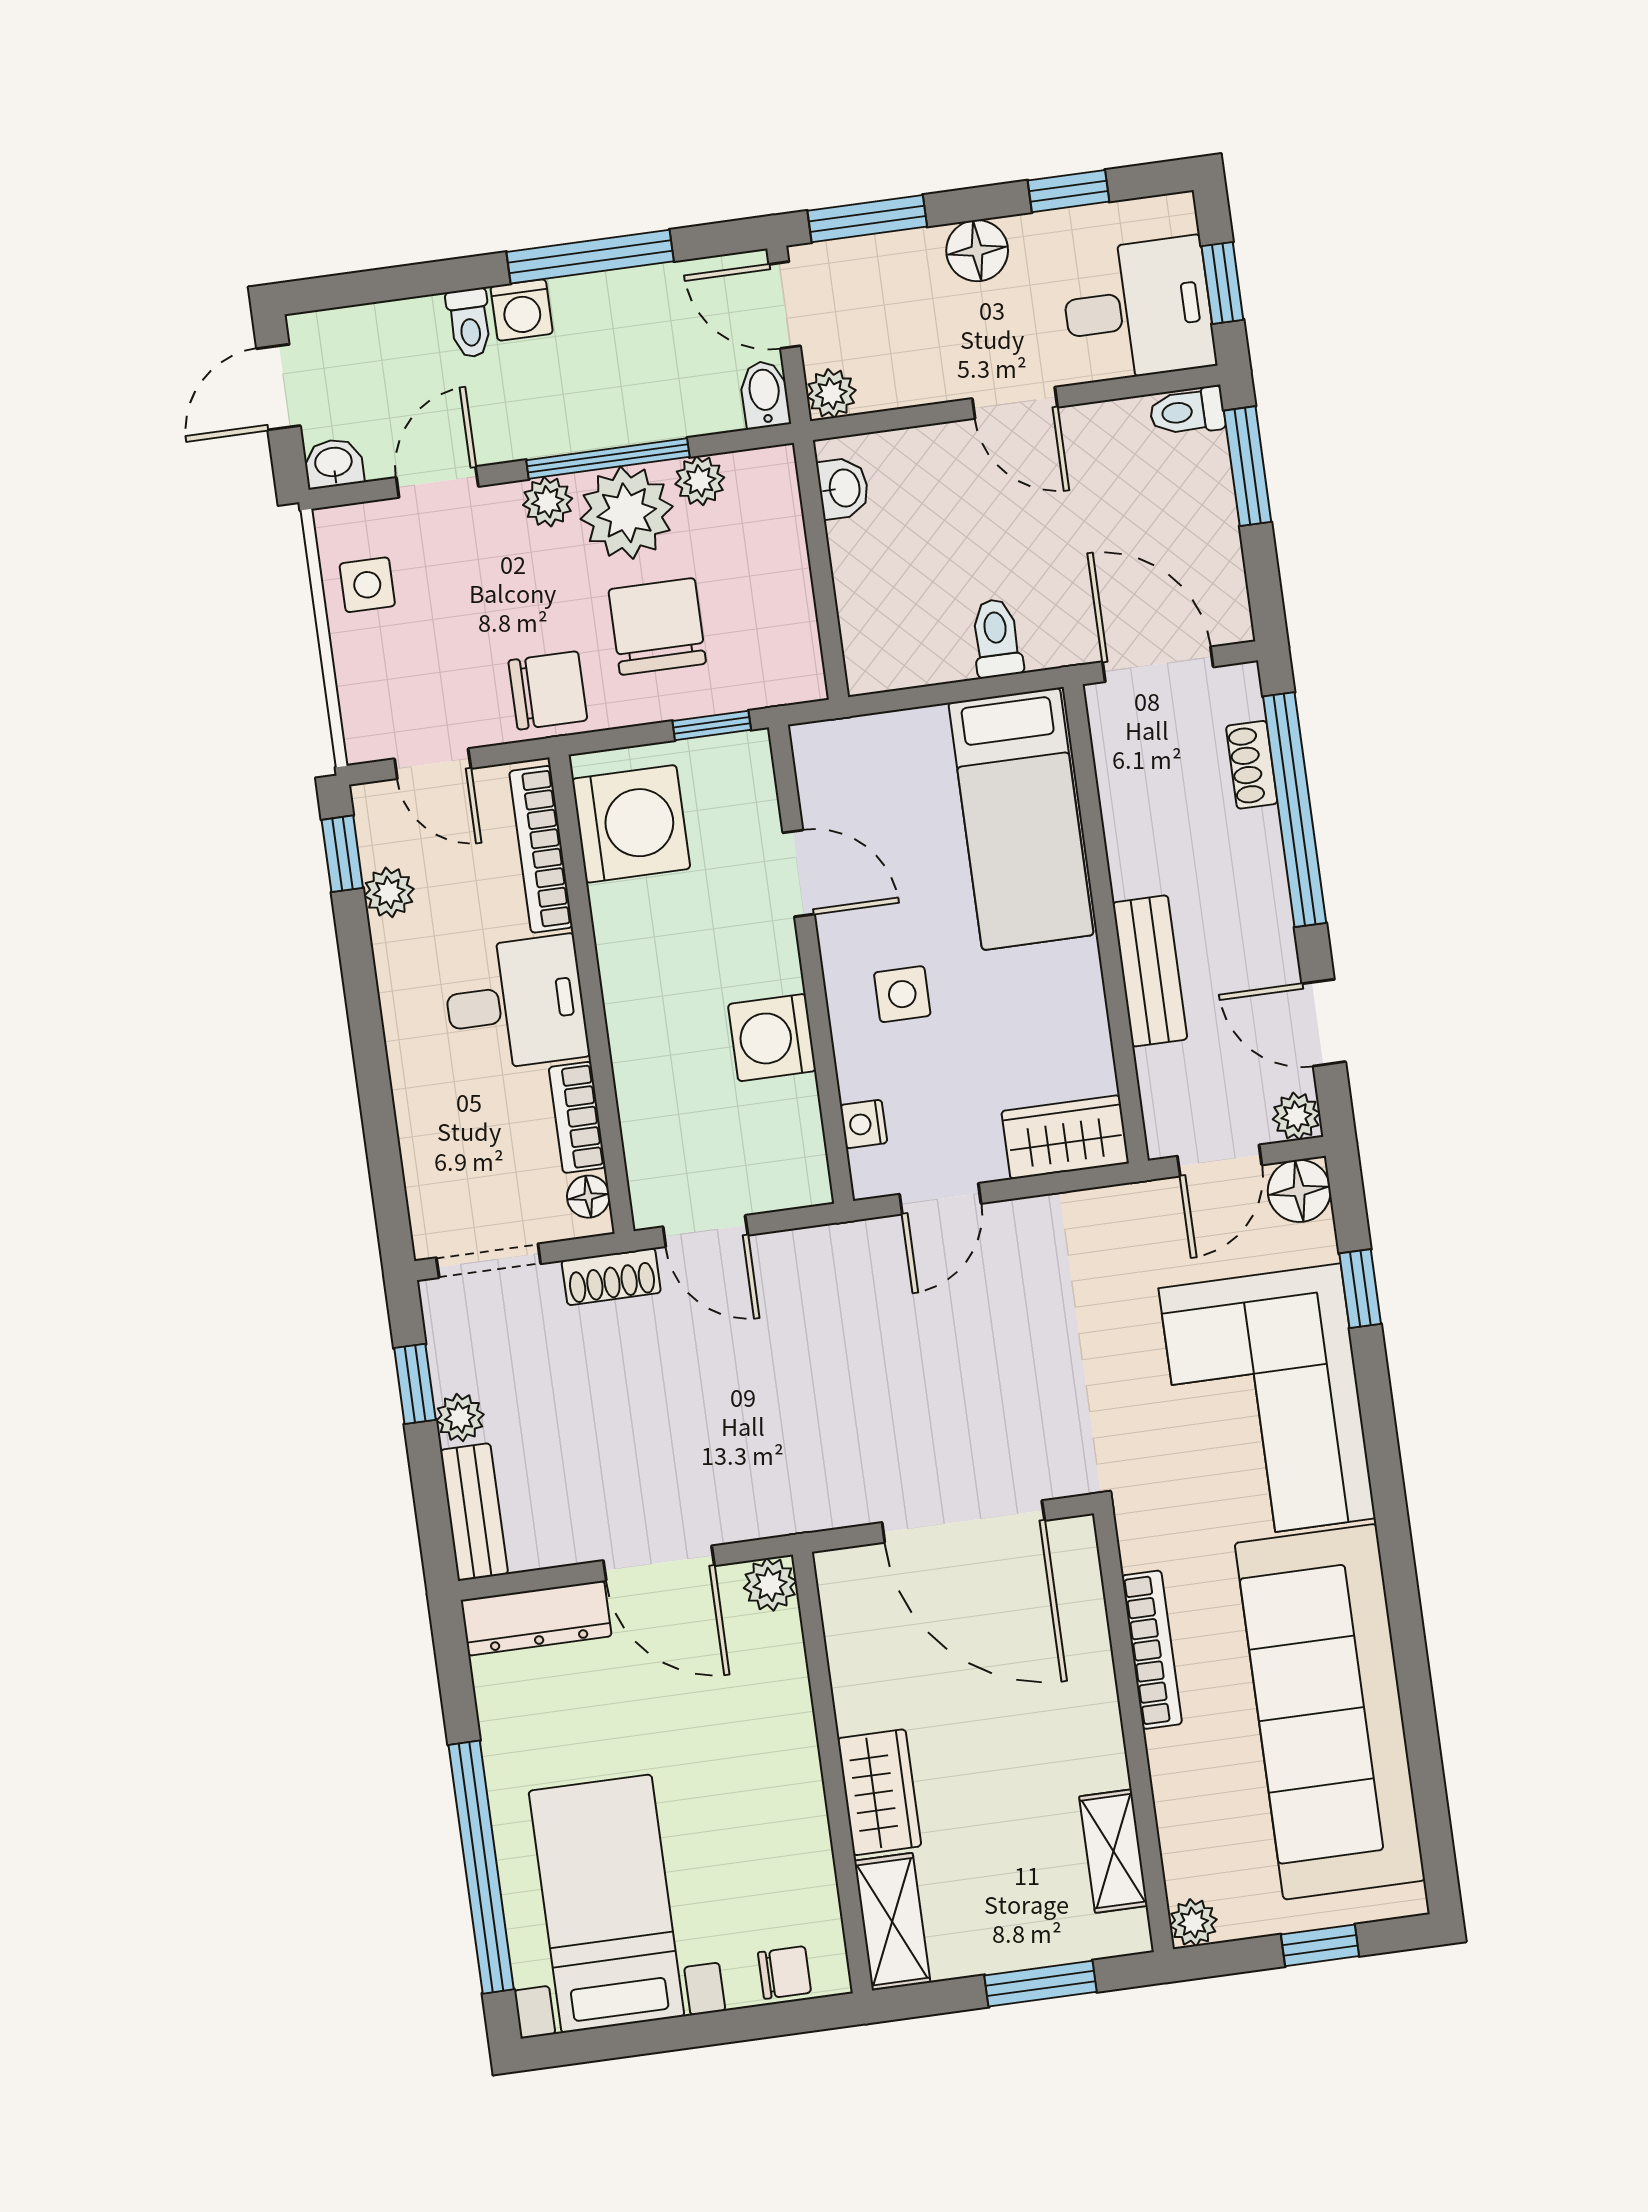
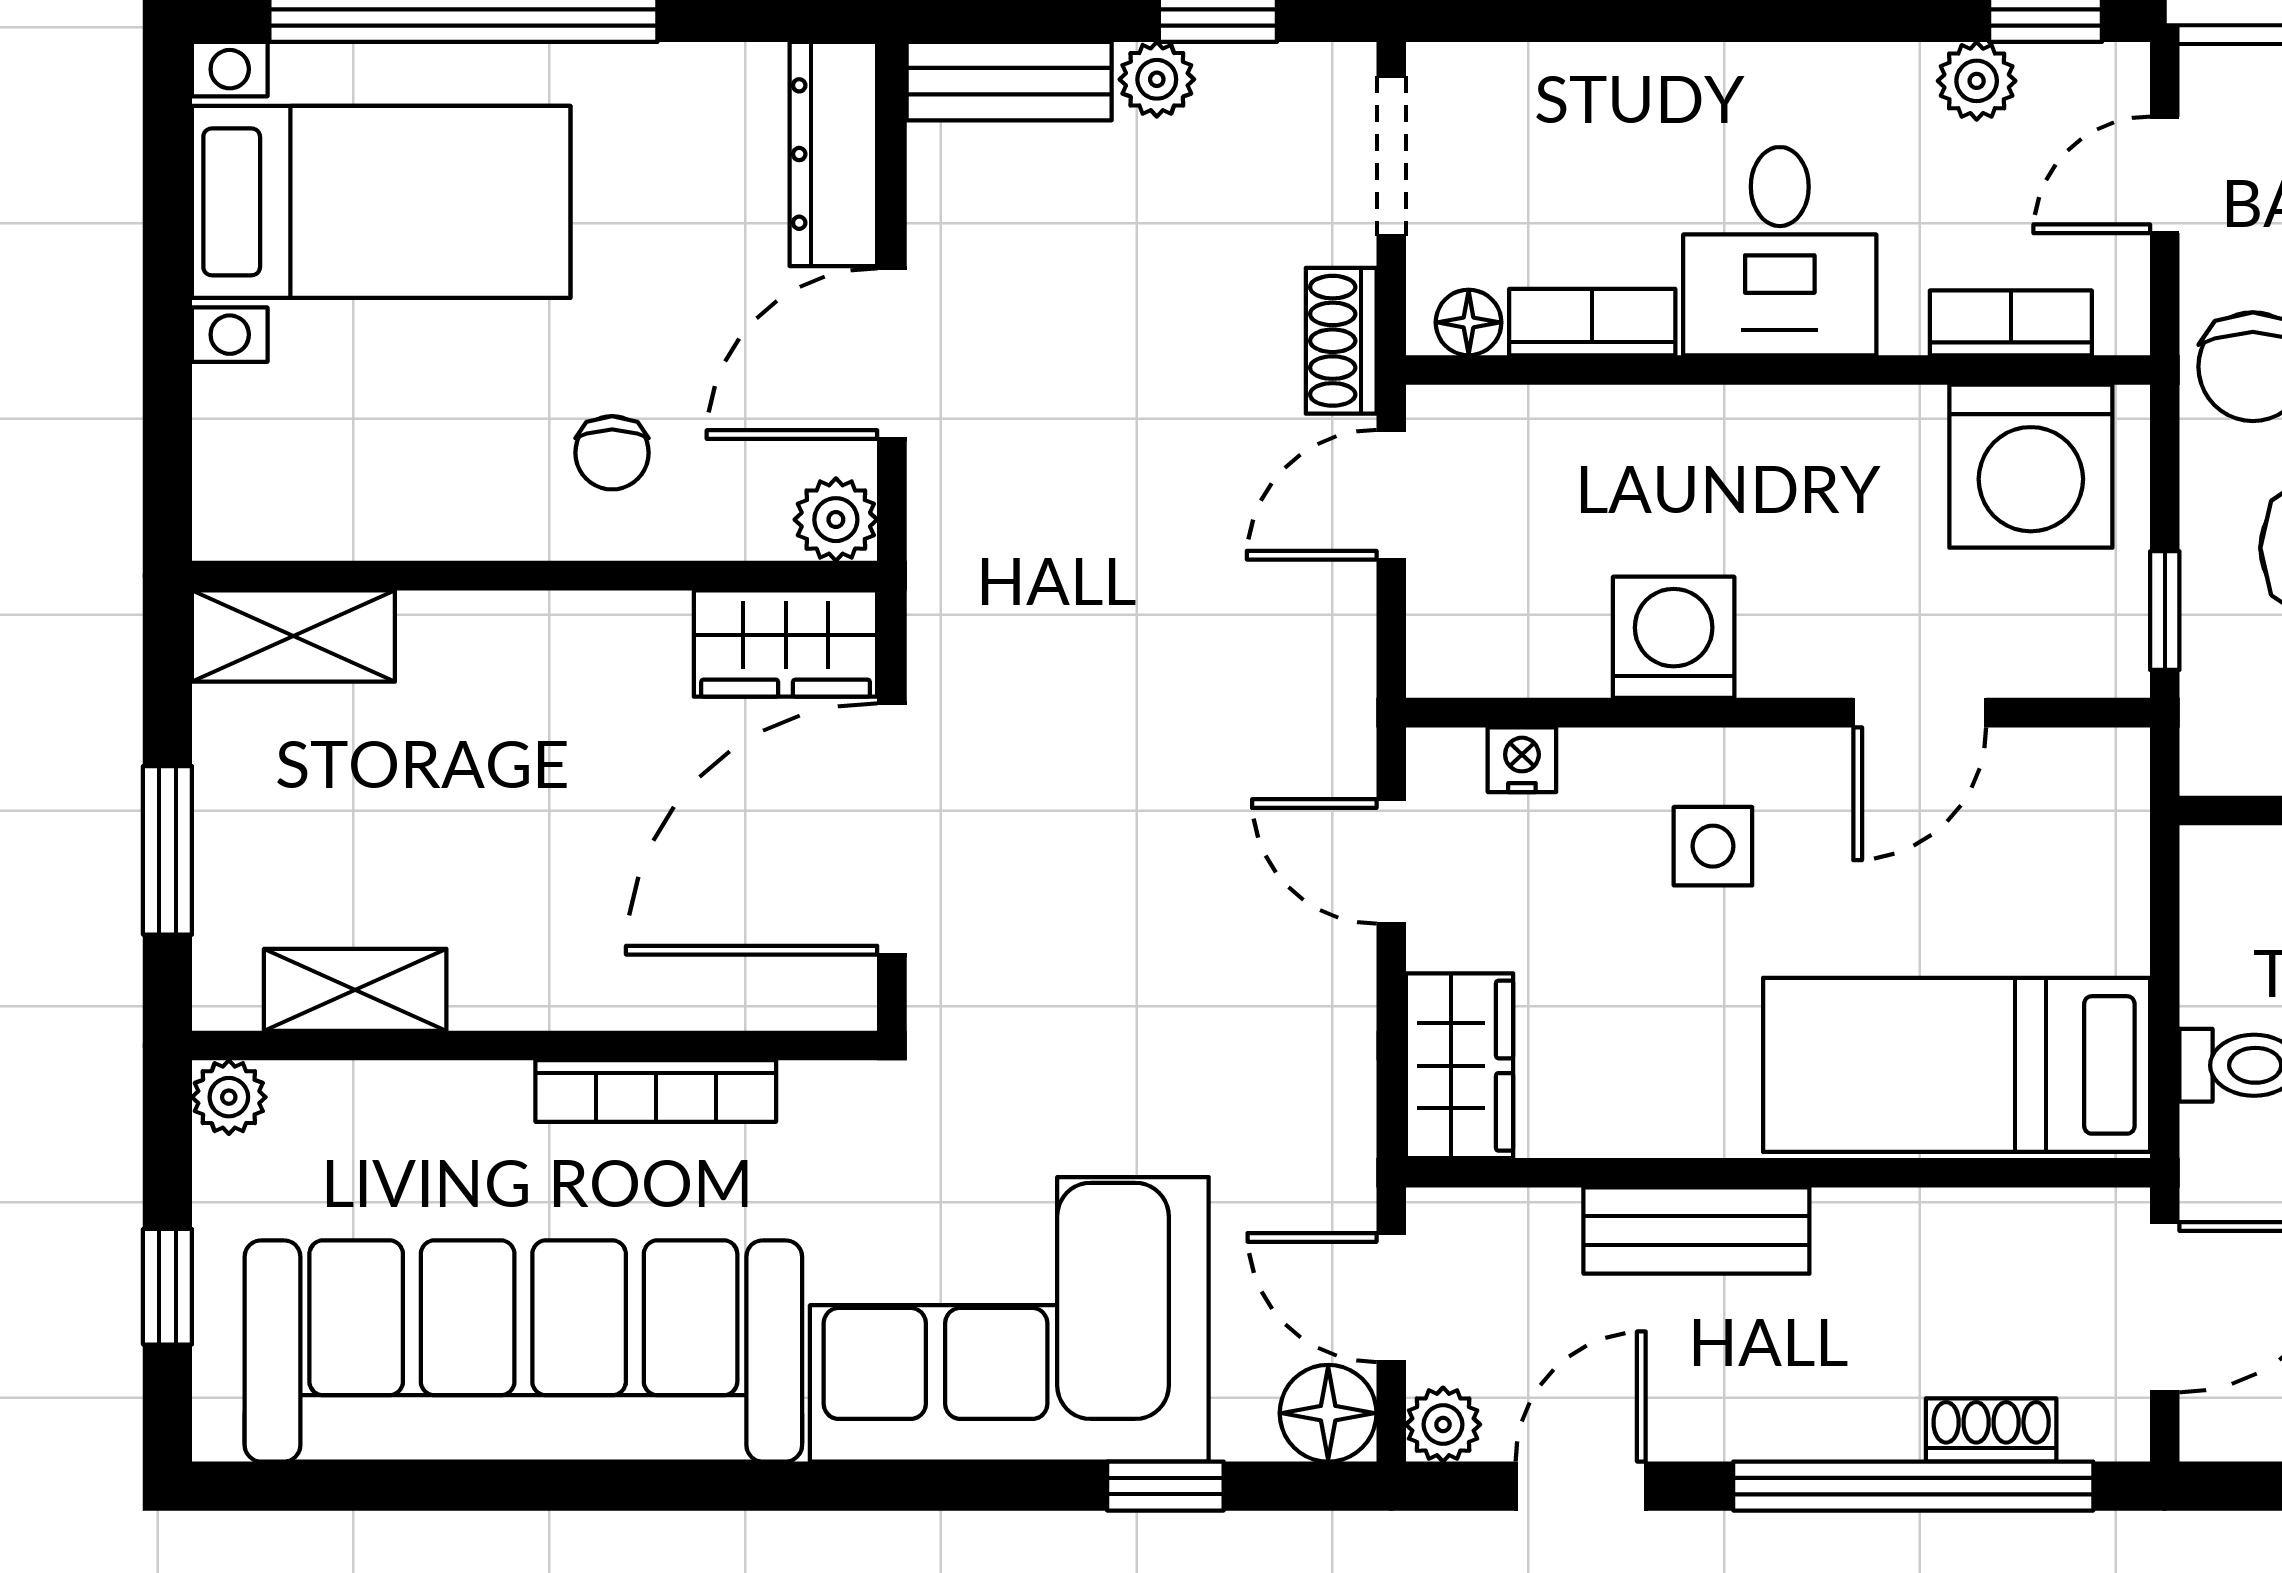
bookcase: (541, 849) -> (2011, 323), width x0.64
wardrobe: (879, 1792) -> (786, 643), moved
chair: (784, 1973) -> (612, 453), moved

